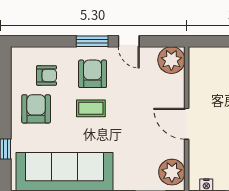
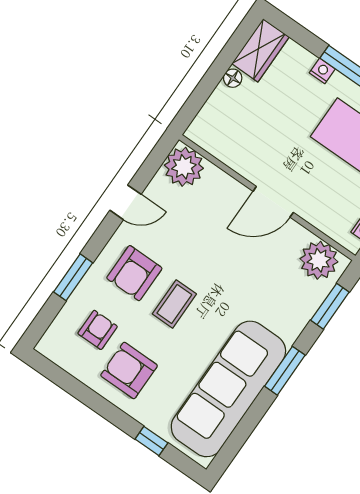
window: (92, 41) -> (73, 277), moved
armchair: (93, 74) -> (134, 273), turned -90

